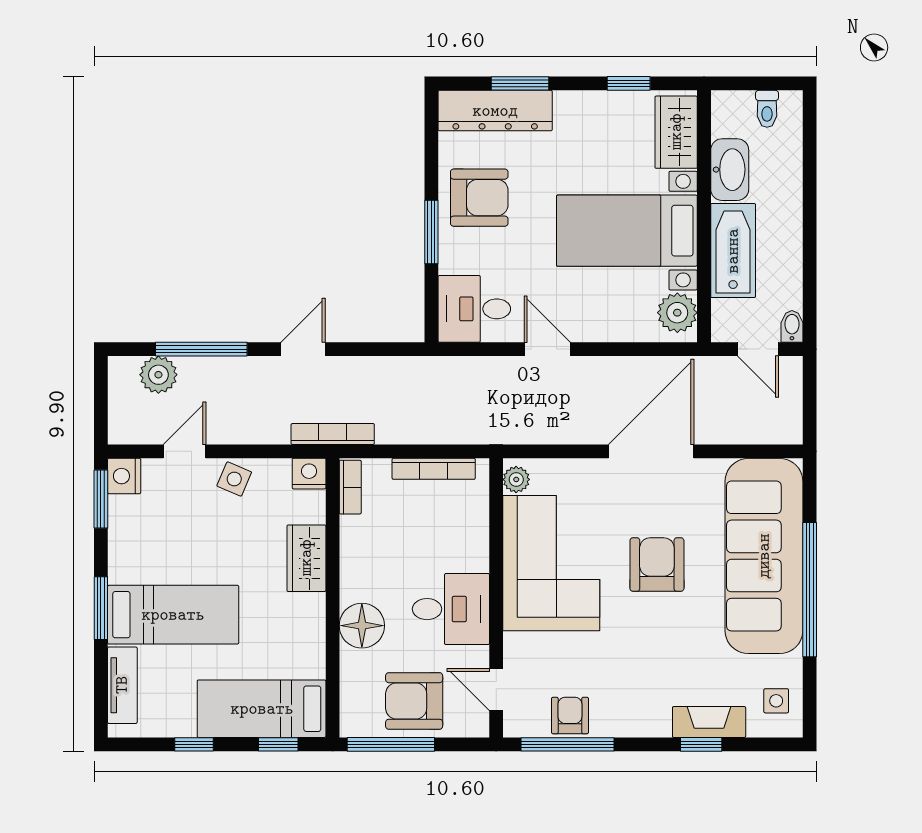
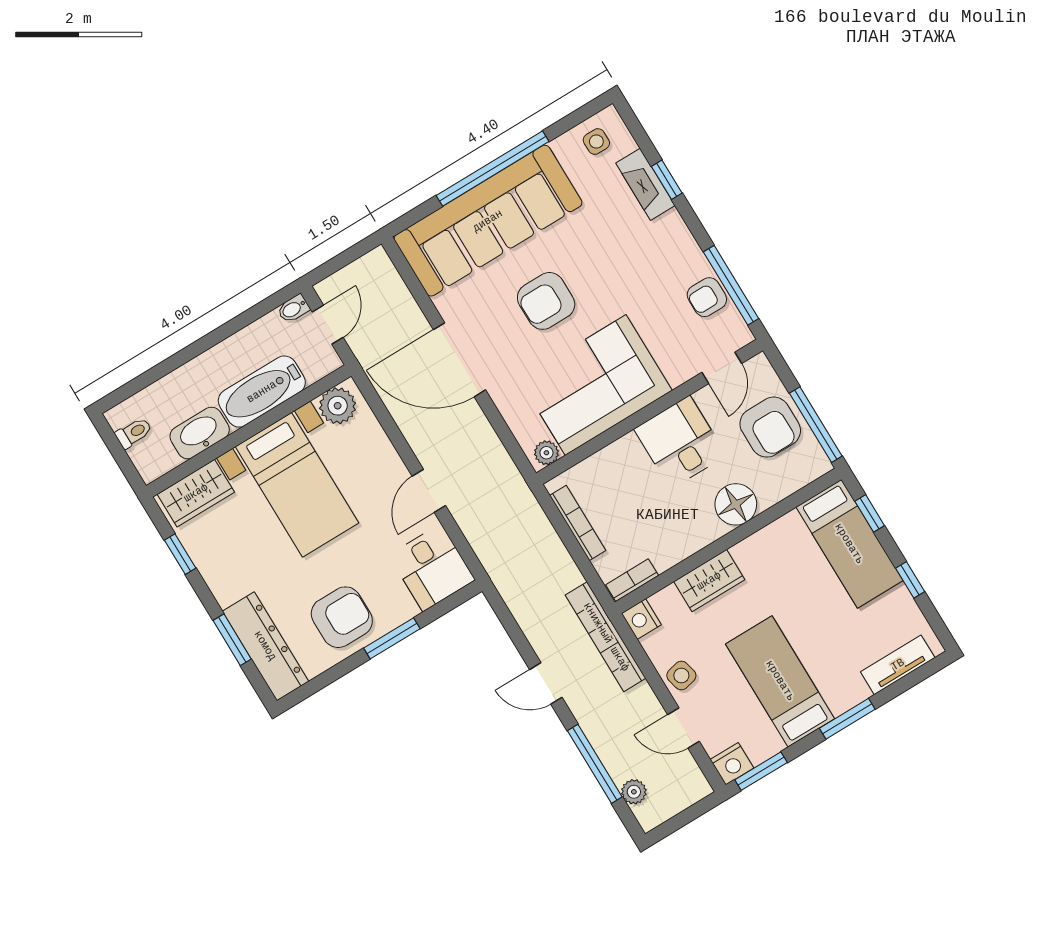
armchair: (479, 198) -> (342, 617), turned 90
plant: (158, 375) -> (634, 792), width x0.73, depth x0.73
bookcase: (333, 434) -> (606, 637), width x1.48, depth x1.31
side table: (234, 479) -> (681, 675), turned -36
bed: (173, 615) -> (780, 681), moved

